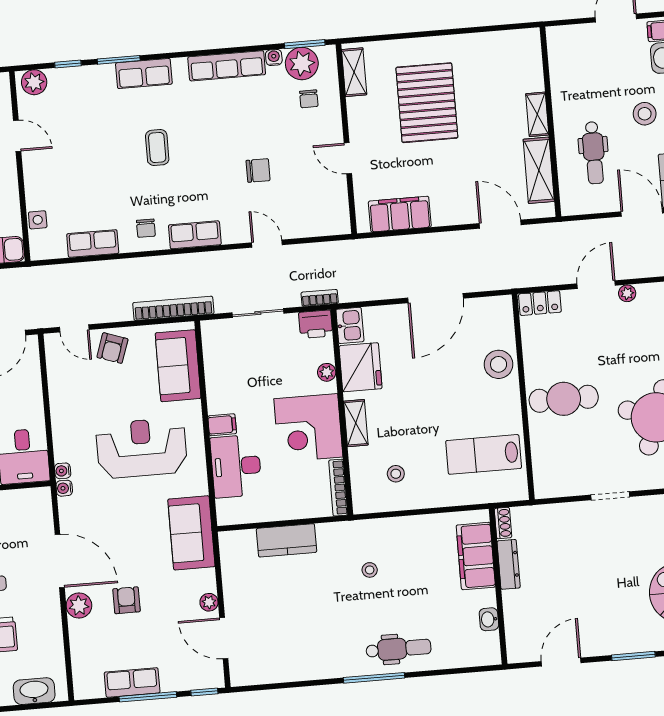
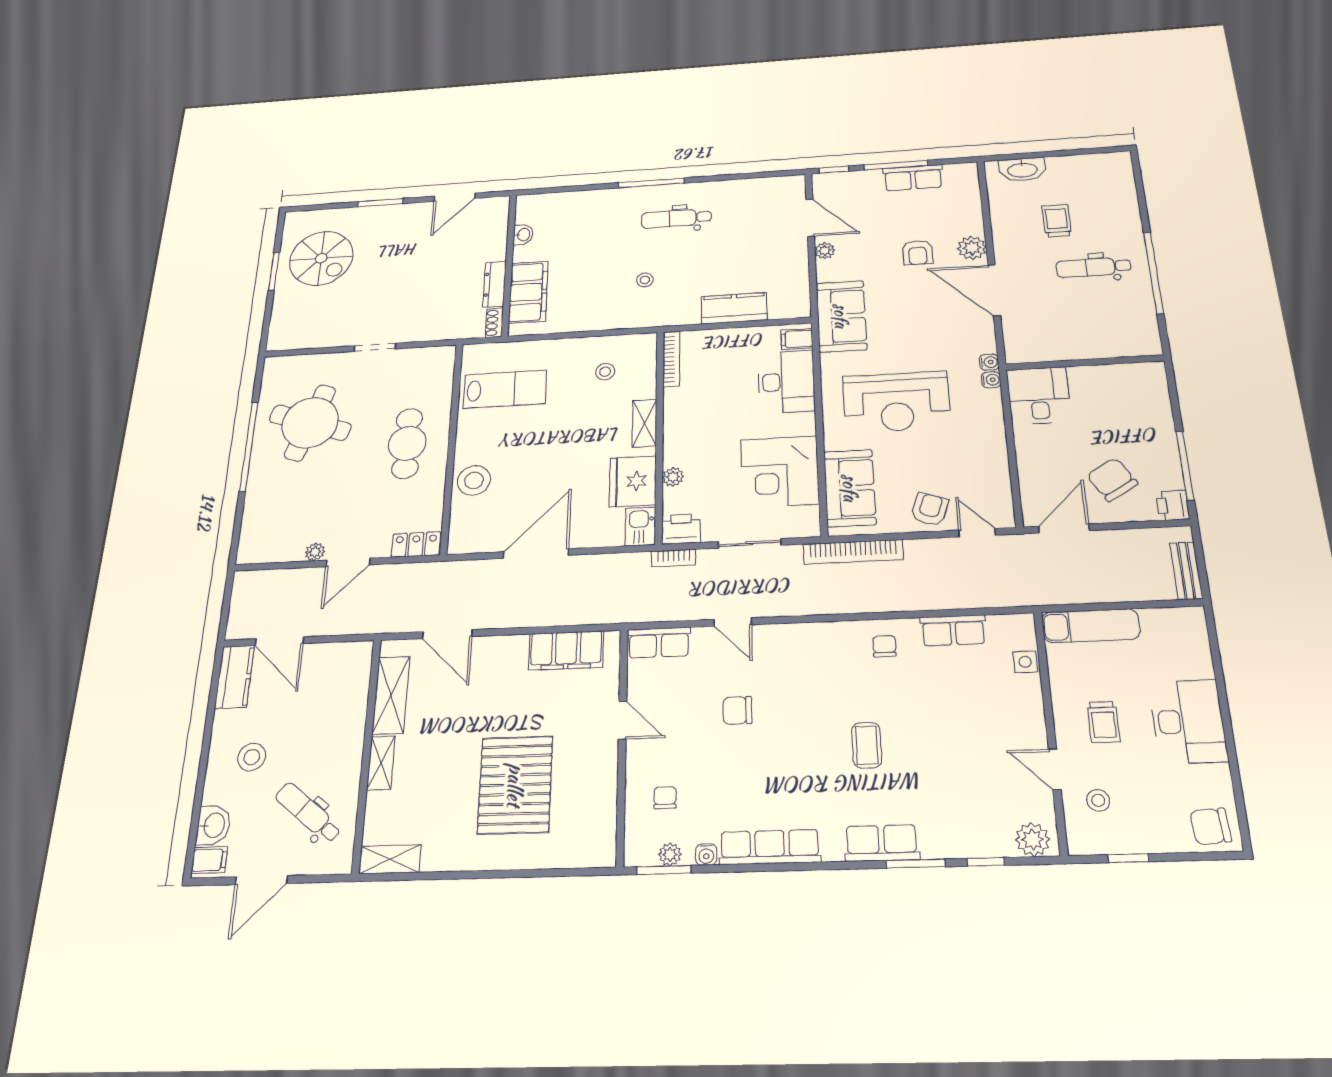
plant: (302, 64) -> (670, 854), width x0.53, depth x0.53
shelving: (354, 72) -> (390, 859), moved, turned 90
dental chair: (594, 153) -> (308, 813), moved, turned -51
row of seats: (195, 235) -> (659, 643), moved
cafe table: (564, 399) -> (407, 443), turned 90
filing cabinet: (222, 425) -> (797, 339), moved
corner desk: (308, 428) -> (780, 472), moved, turned 180
dental chair: (399, 649) -> (676, 218), moved

